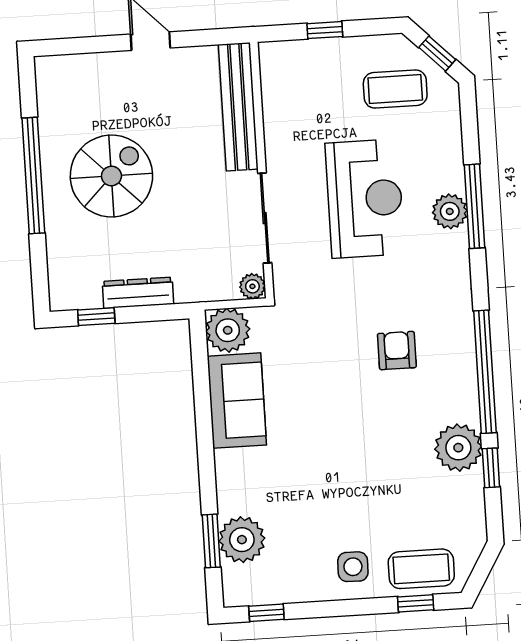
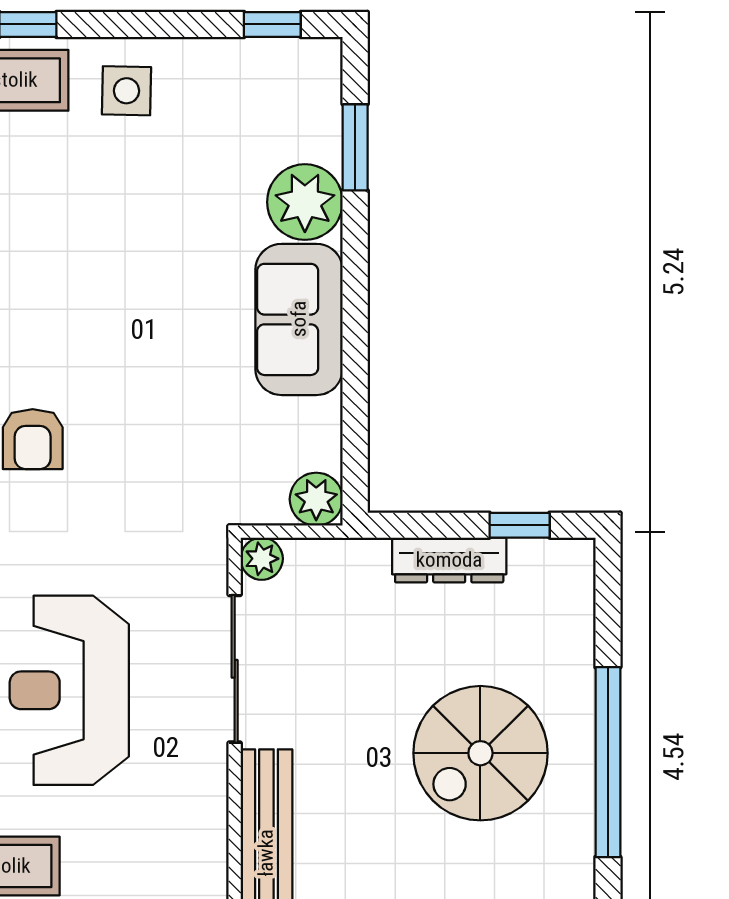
plant: (228, 330) -> (316, 499), width x0.73, depth x0.73
sofa: (237, 401) -> (299, 319), moved
plant: (242, 540) -> (305, 202), moved

